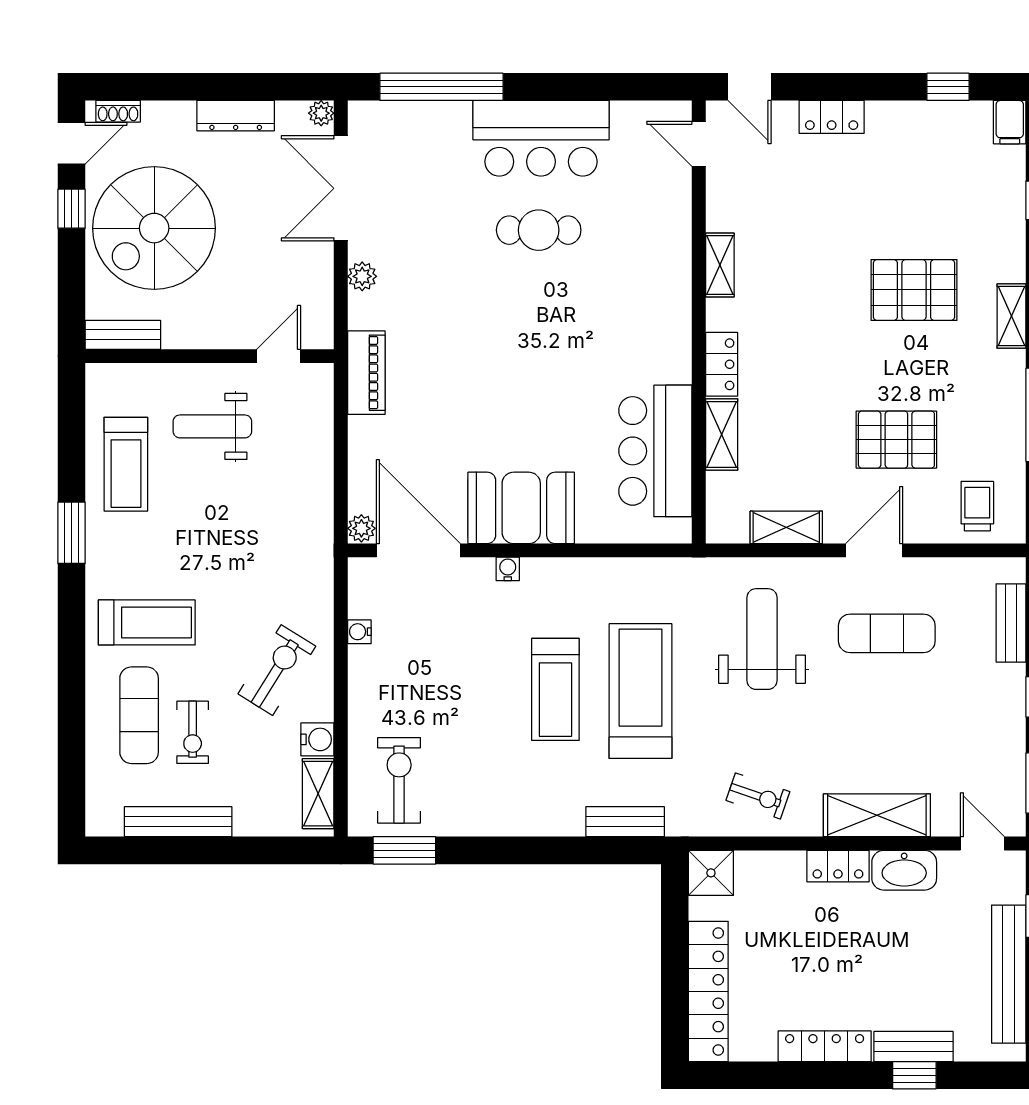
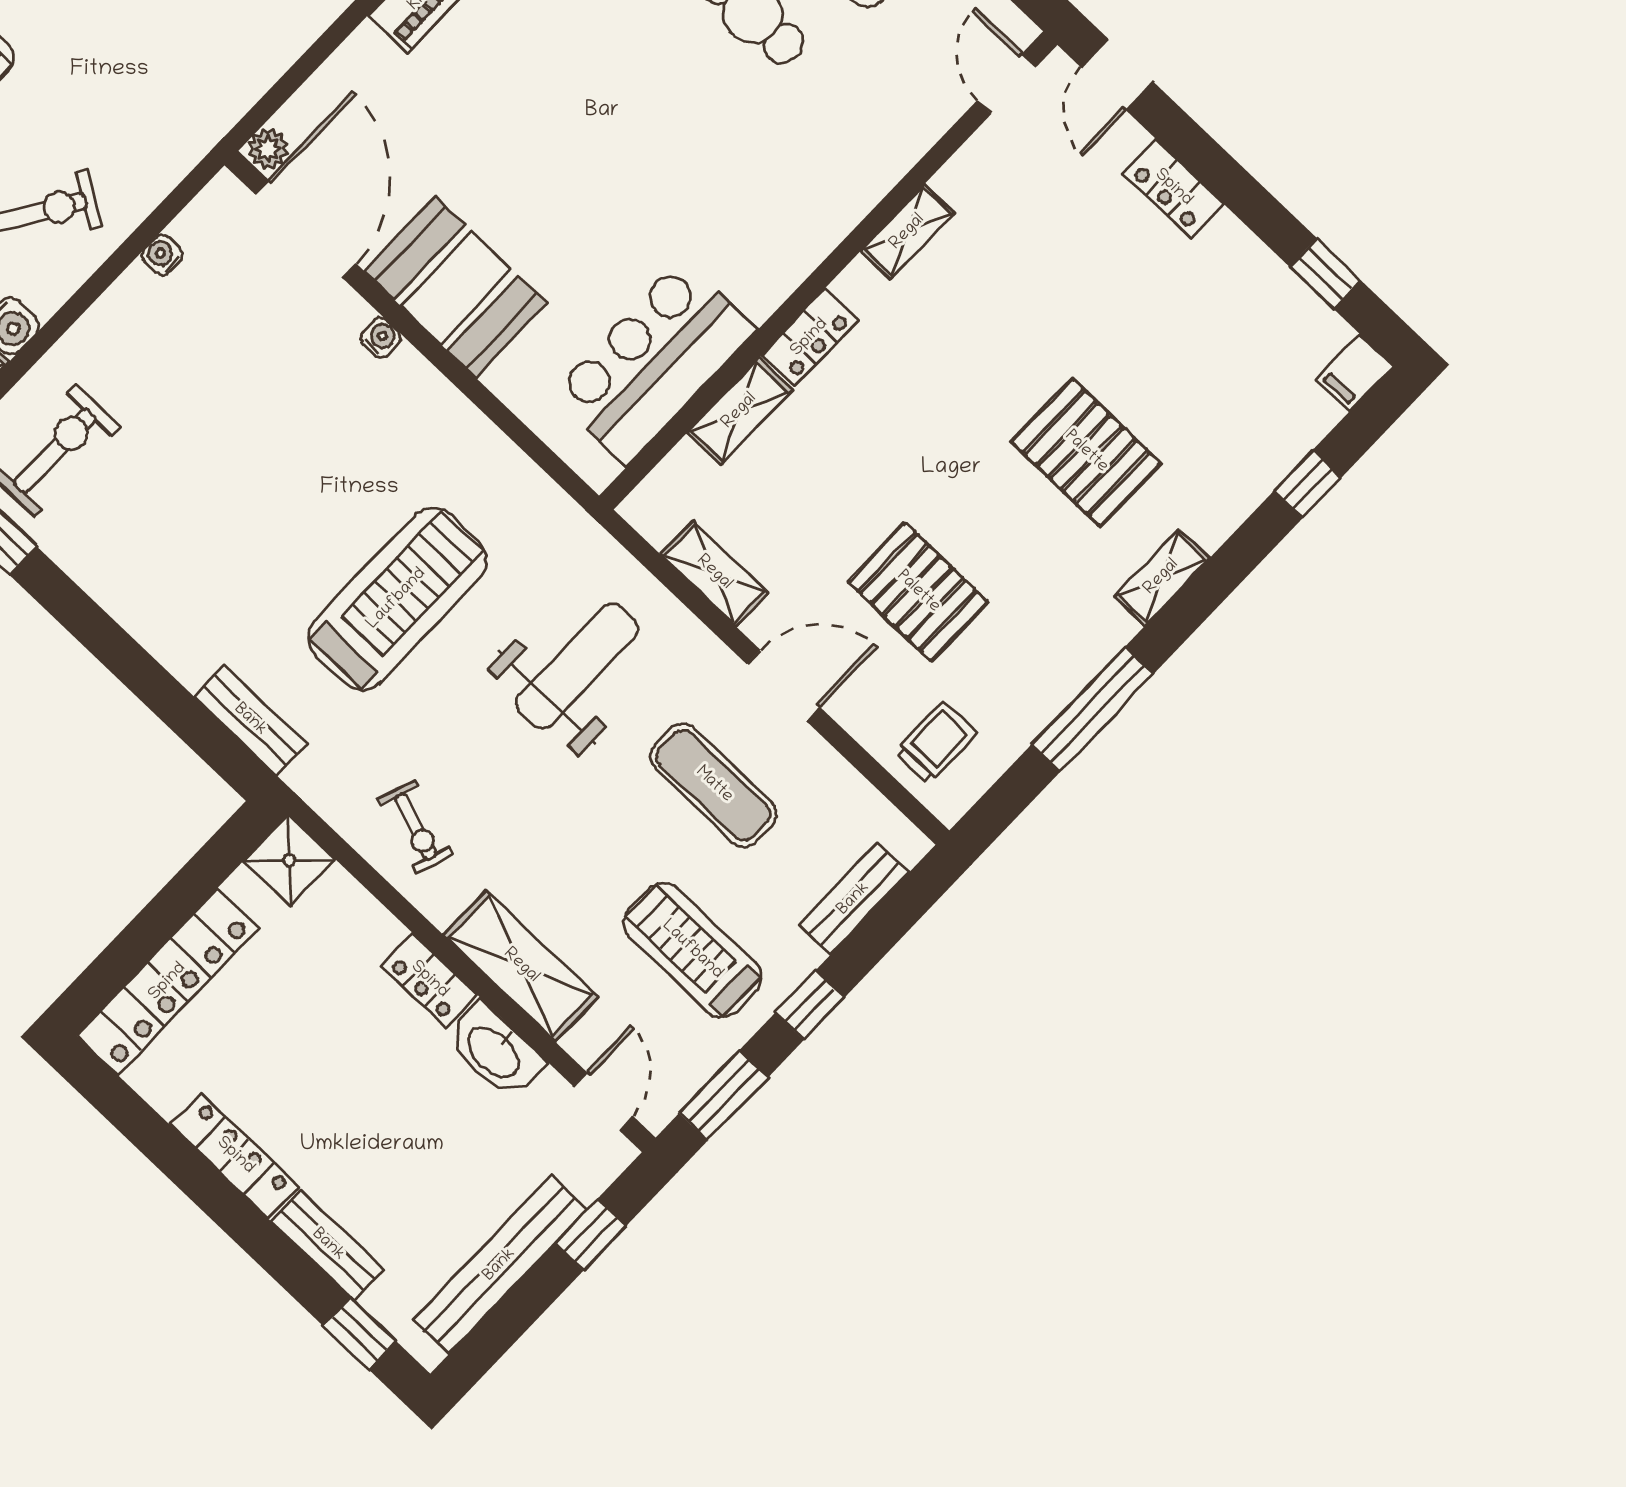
treadmill: (555, 689) -> (692, 950), moved, turned 90
window: (914, 1075) -> (359, 1333), moved

